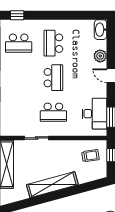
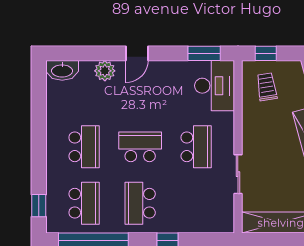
school desk: (53, 43) -> (84, 147), turned -90
school desk: (19, 78) -> (140, 203), added
desk: (94, 114) -> (215, 86), moved, turned 90

